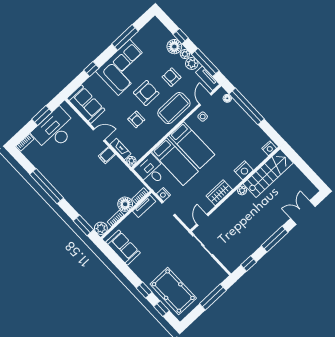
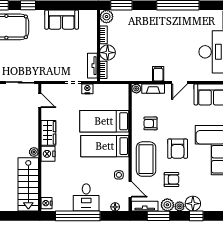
window: (205, 62) -> (158, 216), width x0.69
window: (247, 106) -> (78, 216), moved
armchair: (136, 119) -> (150, 123), moved
desk: (151, 170) -> (86, 197), moved, turned 90
nightstand: (244, 170) -> (48, 154), moved
sofa: (123, 248) -> (62, 20), moved

